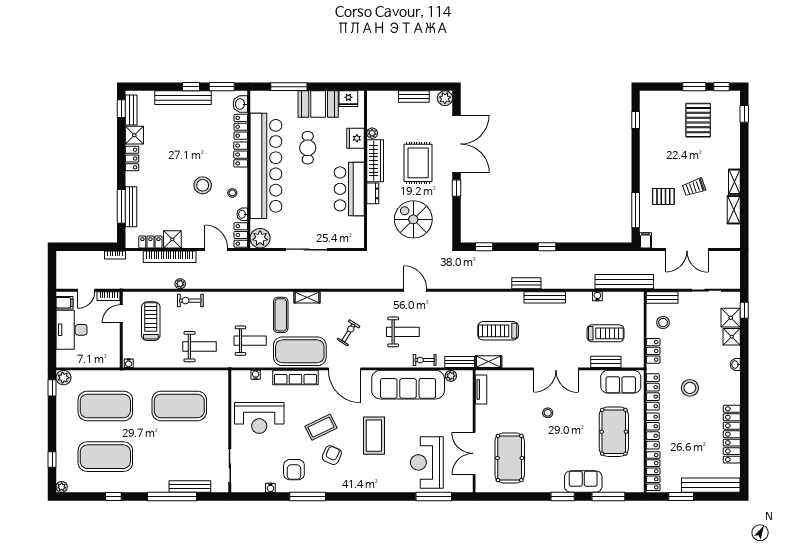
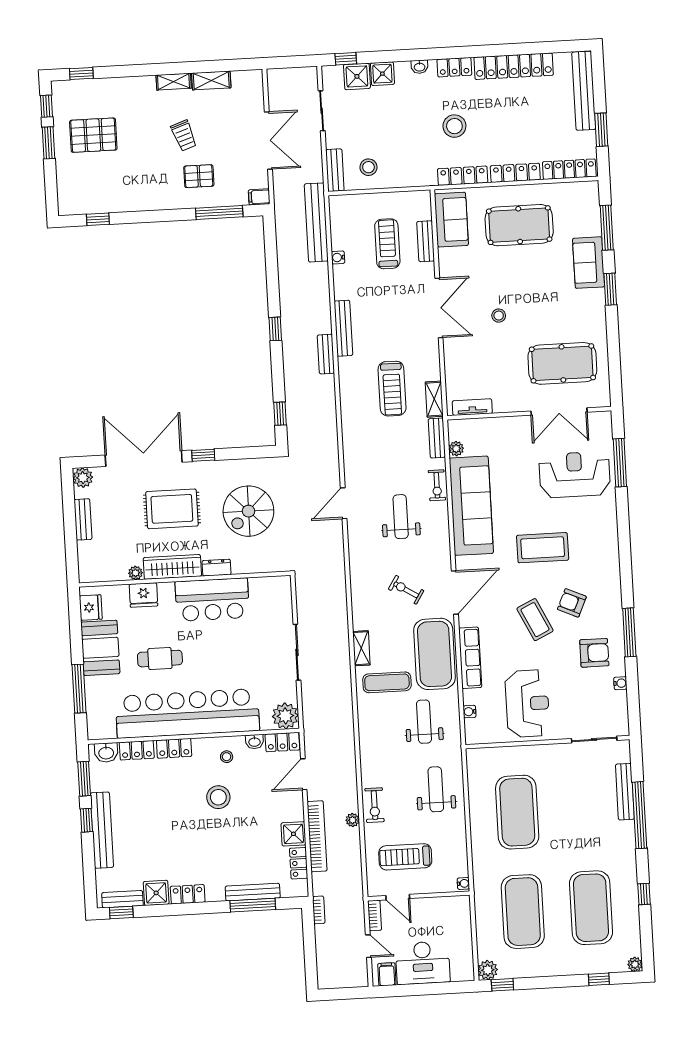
pallet: (663, 196) -> (199, 176), turned 90
locker: (653, 351) -> (454, 67), moved, turned 180
reception desk: (427, 462) -> (575, 475), turned 180

